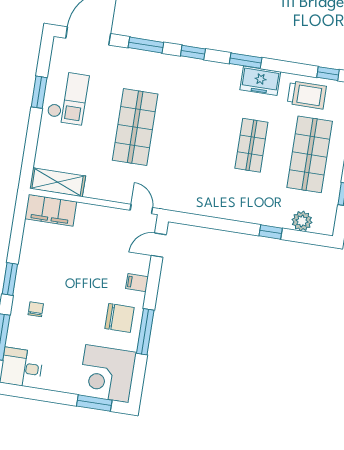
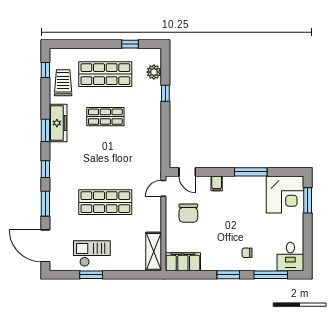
freezer: (260, 81) -> (58, 123), width x1.40
filing cabinet: (51, 210) -> (183, 262), moved, turned -90
chair: (120, 318) -> (188, 213), moved, turned 180

